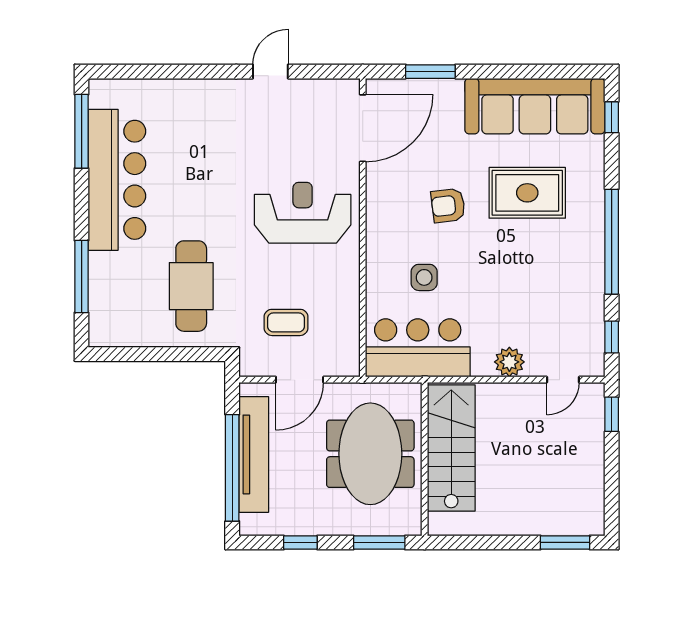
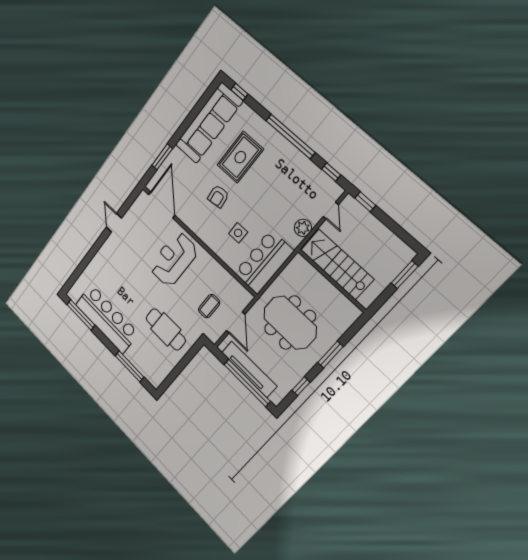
stairs: (451, 448) -> (337, 264), moved
wall: (425, 459) -> (331, 280), moved

